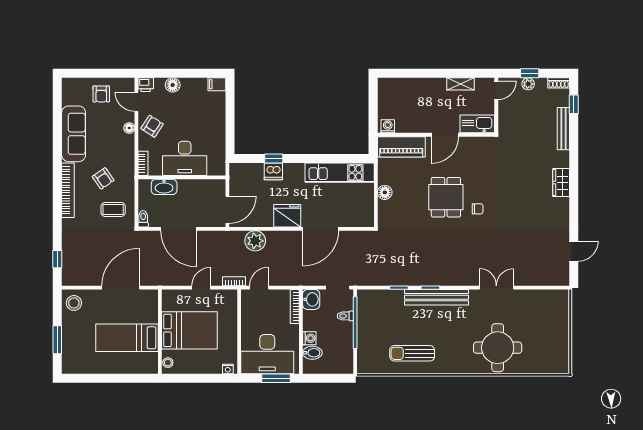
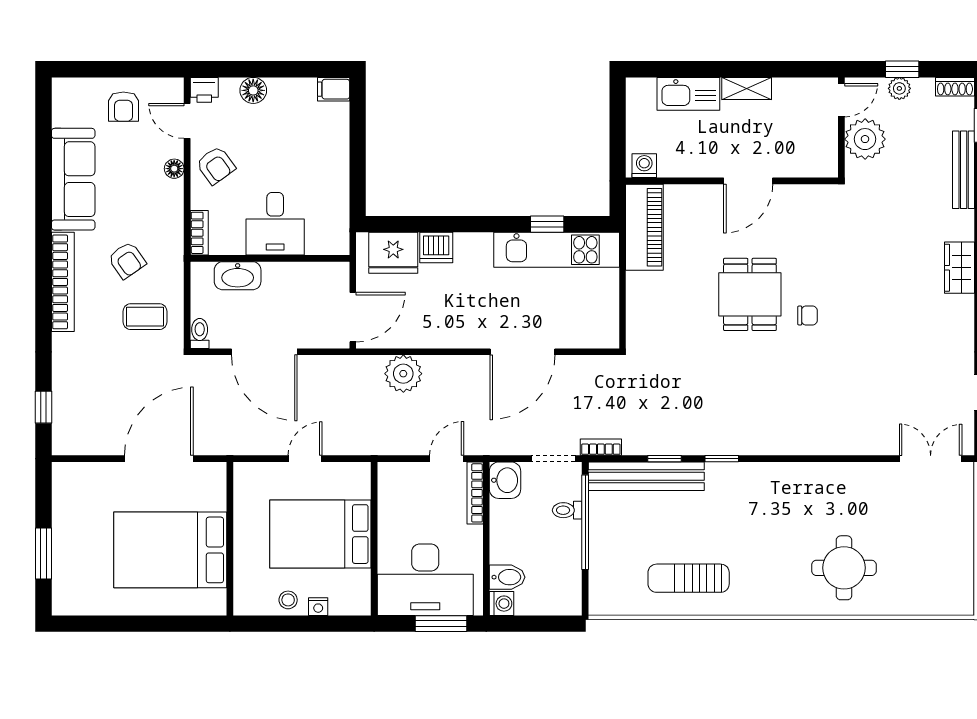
shelving: (460, 84) -> (747, 88), moved
plant: (509, 112) -> (865, 139), added
kitchen sink: (477, 124) -> (688, 94), moved, turned 180
armchair: (152, 126) -> (216, 165), turned 111
piano: (401, 147) -> (644, 227), moved, turned -90
desk: (185, 158) -> (275, 224), width x0.73
window: (274, 159) -> (547, 224), moved
floor lamp: (385, 192) -> (639, 286), removed
fridge: (287, 216) -> (393, 253), moved, turned 180
bookcase: (234, 281) -> (601, 447), moved
door: (259, 288) -> (447, 459), moved
double door: (496, 288) -> (931, 459), moved
bench: (436, 297) -> (646, 476), moved
stool: (74, 303) -> (74, 487), removed
bed: (189, 330) -> (320, 534), moved, turned 180
bed: (127, 338) -> (170, 550), width x1.50
washing machine: (309, 338) -> (502, 604), moved
round table: (498, 348) -> (844, 568), width x0.73, depth x0.73
stool: (168, 363) -> (288, 600), moved
nightstand: (228, 369) -> (318, 607), moved

